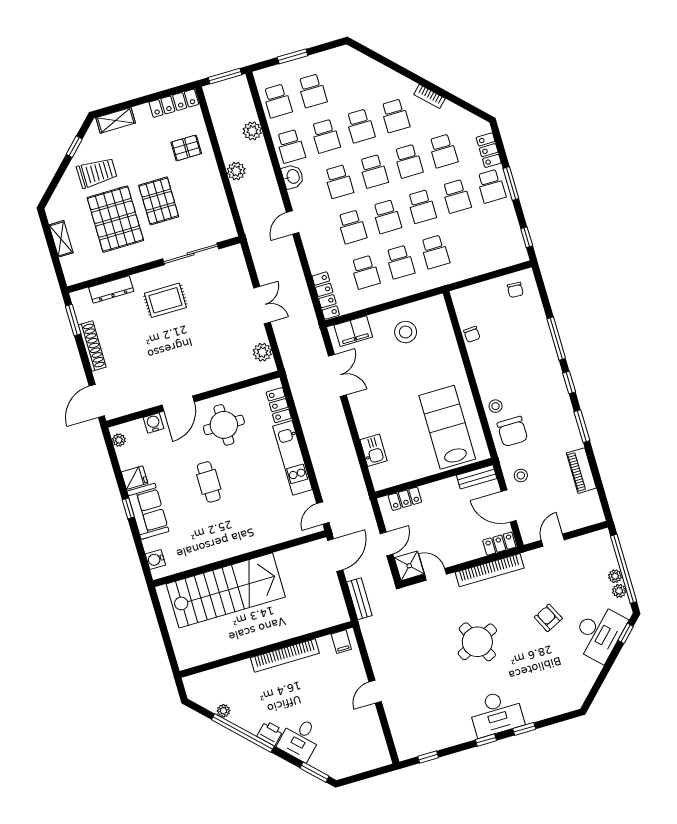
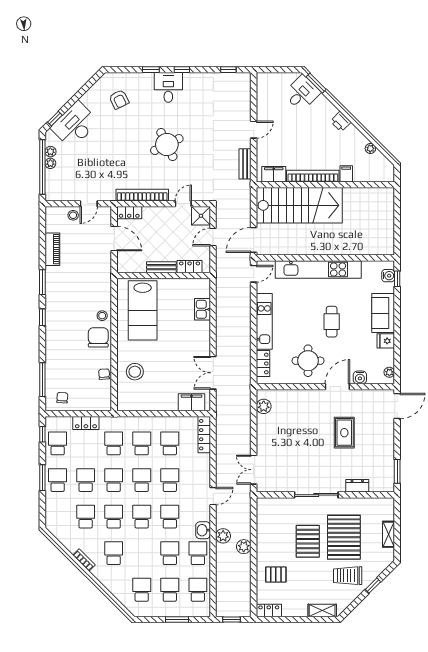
window: (225, 76) -> (231, 620), width x0.67
locker: (174, 103) -> (269, 611), width x0.66
school desk: (360, 126) -> (142, 590), moved
plant: (252, 131) -> (223, 536), moved
window: (74, 147) -> (373, 586), moved
locker: (489, 150) -> (86, 423), moved, turned 90
school desk: (505, 231) -> (58, 443), added
sliding door: (191, 254) -> (316, 495), moved
dresser: (111, 289) -> (357, 486), width x0.70
rug: (165, 300) -> (344, 433), moved, turned 90
double door: (262, 305) -> (254, 470), moved
stool: (406, 332) -> (135, 372), moved
window: (556, 339) -> (42, 380), moved
shoe rack: (92, 346) -> (389, 448), removed
chair: (512, 431) -> (98, 337), moved
stool: (521, 475) -> (73, 215), moved
bench: (477, 477) -> (161, 267), moved
window: (128, 508) -> (397, 279), moved
kitchen unit: (244, 542) -> (318, 269), added
door: (436, 574) -> (183, 204), swing flipped
stairs: (226, 590) -> (299, 205), moved, turned 180
bench: (359, 599) -> (245, 164), moved
armchair: (548, 618) -> (119, 99), moved
filing cabinet: (341, 642) -> (274, 174), width x2.00
filing cabinet: (244, 670) -> (346, 174), added
desk: (496, 713) -> (168, 87), width x0.73
window: (243, 733) -> (361, 128), removed
desk: (300, 739) -> (302, 93), moved

